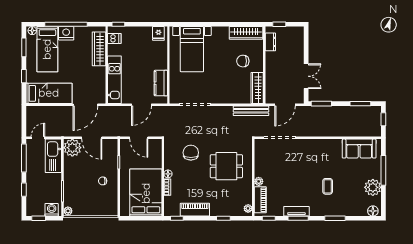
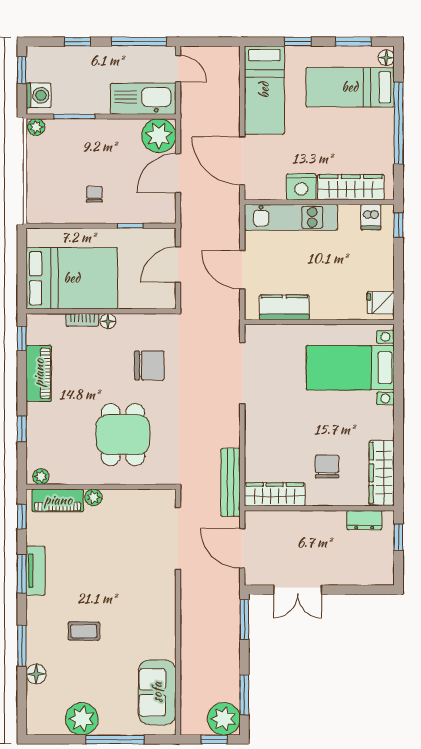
nightstand: (66, 33) -> (301, 187), moved, turned 90
plant: (373, 114) -> (224, 719), added
floor lamp: (373, 211) -> (36, 674), moved

